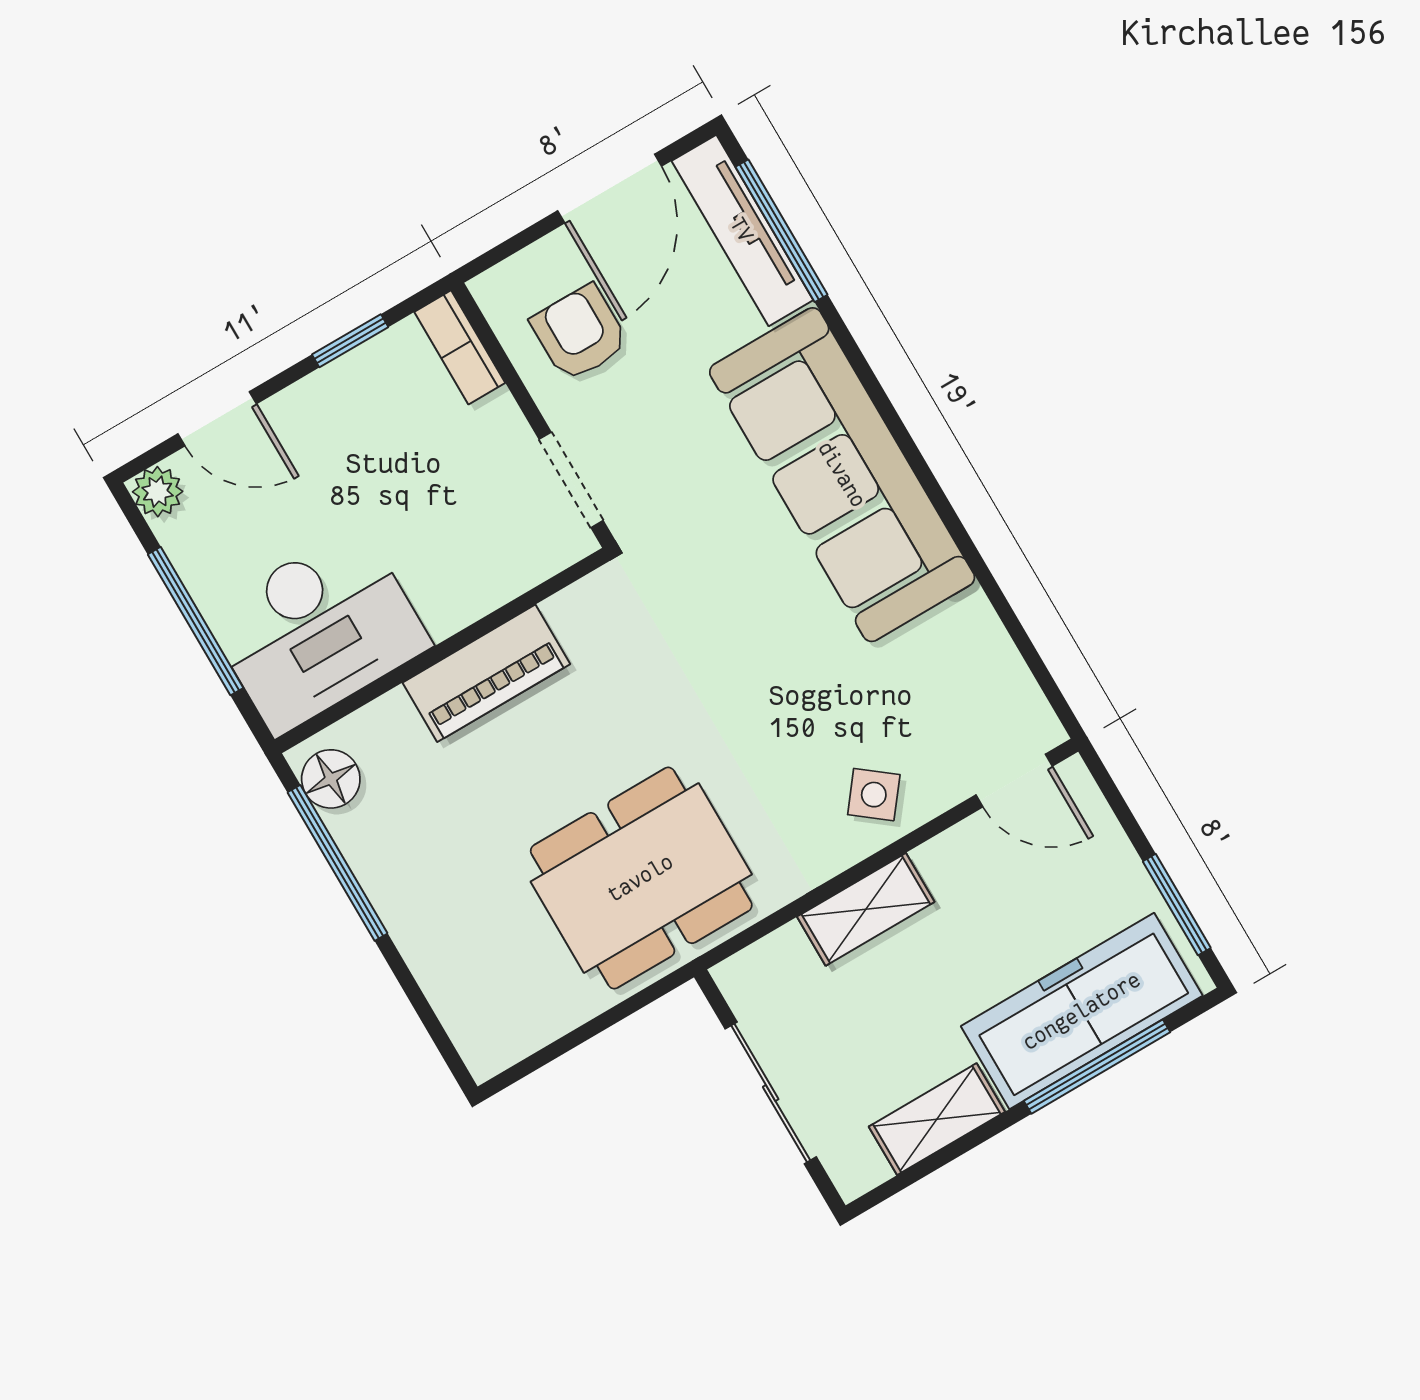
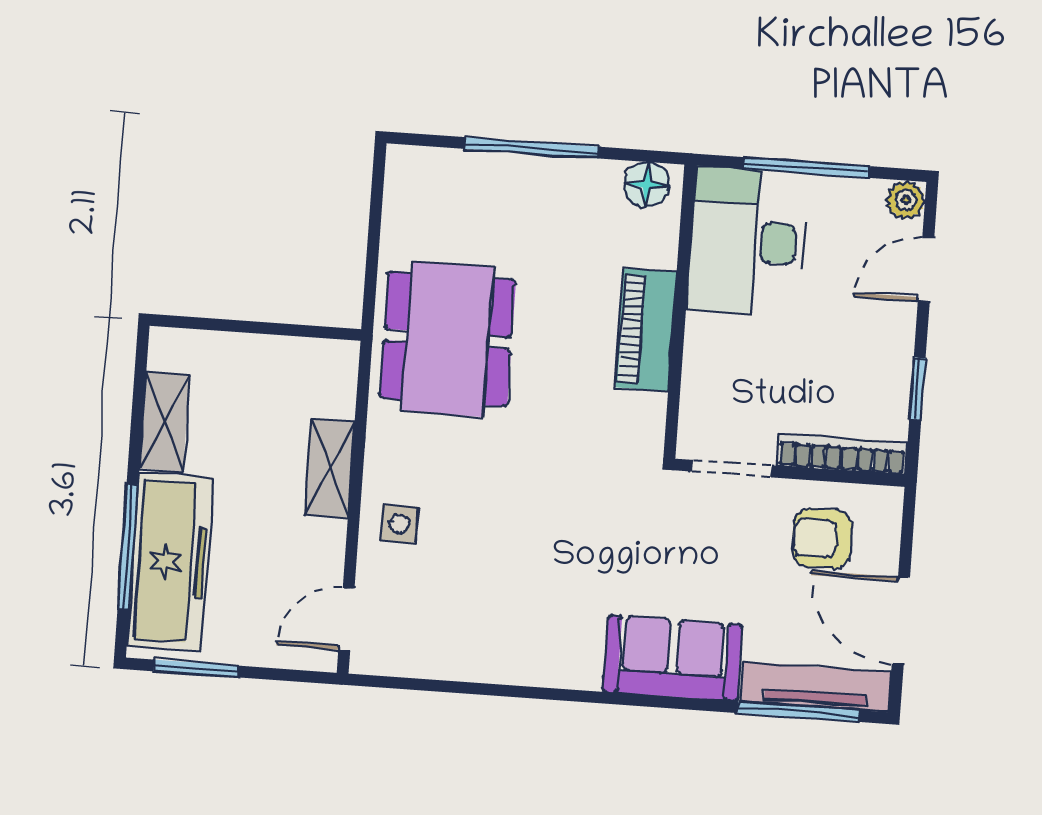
armchair: (580, 333) -> (822, 538), turned 180
bookcase: (460, 347) -> (842, 454), width x1.56
sofa: (842, 475) -> (673, 658), width x0.54, depth x0.79
side table: (874, 795) -> (399, 524), turned -38
window: (337, 863) -> (531, 148), moved
sliding door: (771, 1093) -> (254, 327), removed

